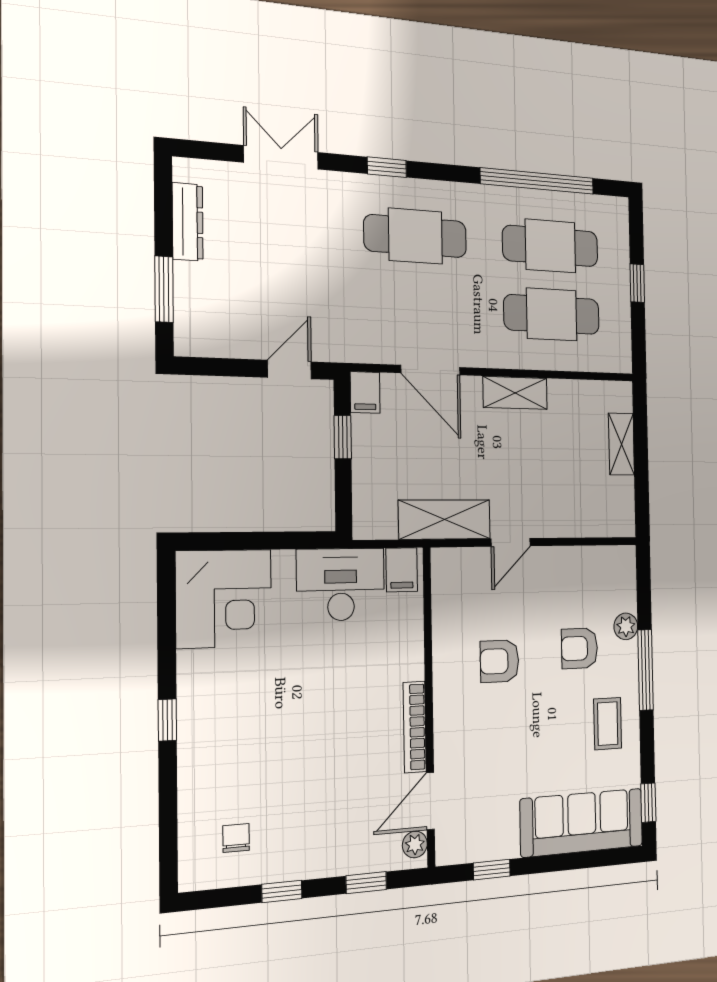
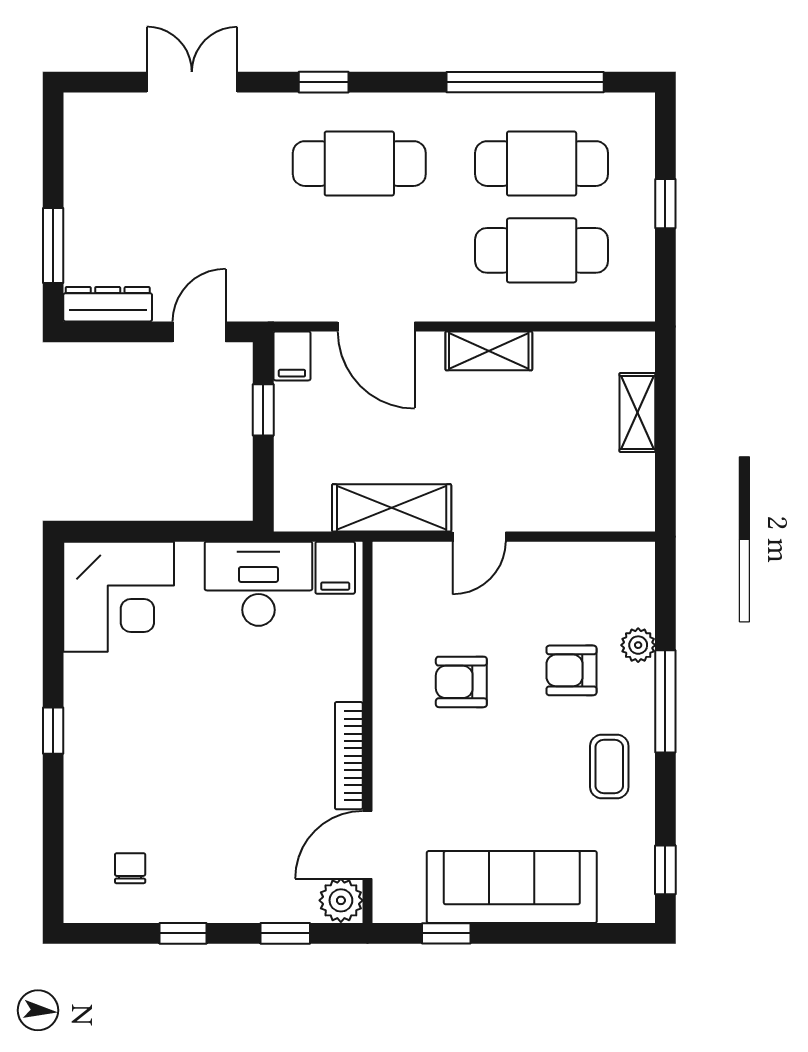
dresser: (188, 222) -> (108, 304), moved, turned -90
sofa: (582, 823) -> (512, 887), moved
plant: (415, 844) -> (341, 900), width x1.38, depth x1.38

